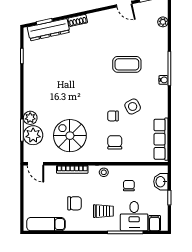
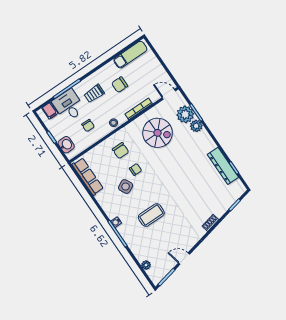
dresser: (49, 30) -> (223, 166), moved, turned -78

